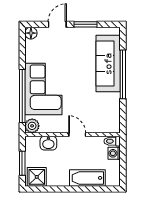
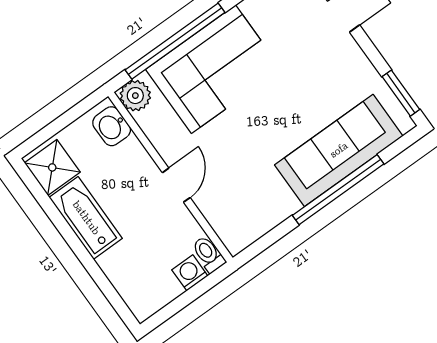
window: (85, 24) -> (401, 93), moved
washbasin: (48, 143) -> (112, 126), moved
window: (22, 163) -> (58, 125), removed
bathtub: (87, 178) -> (86, 218), moved

